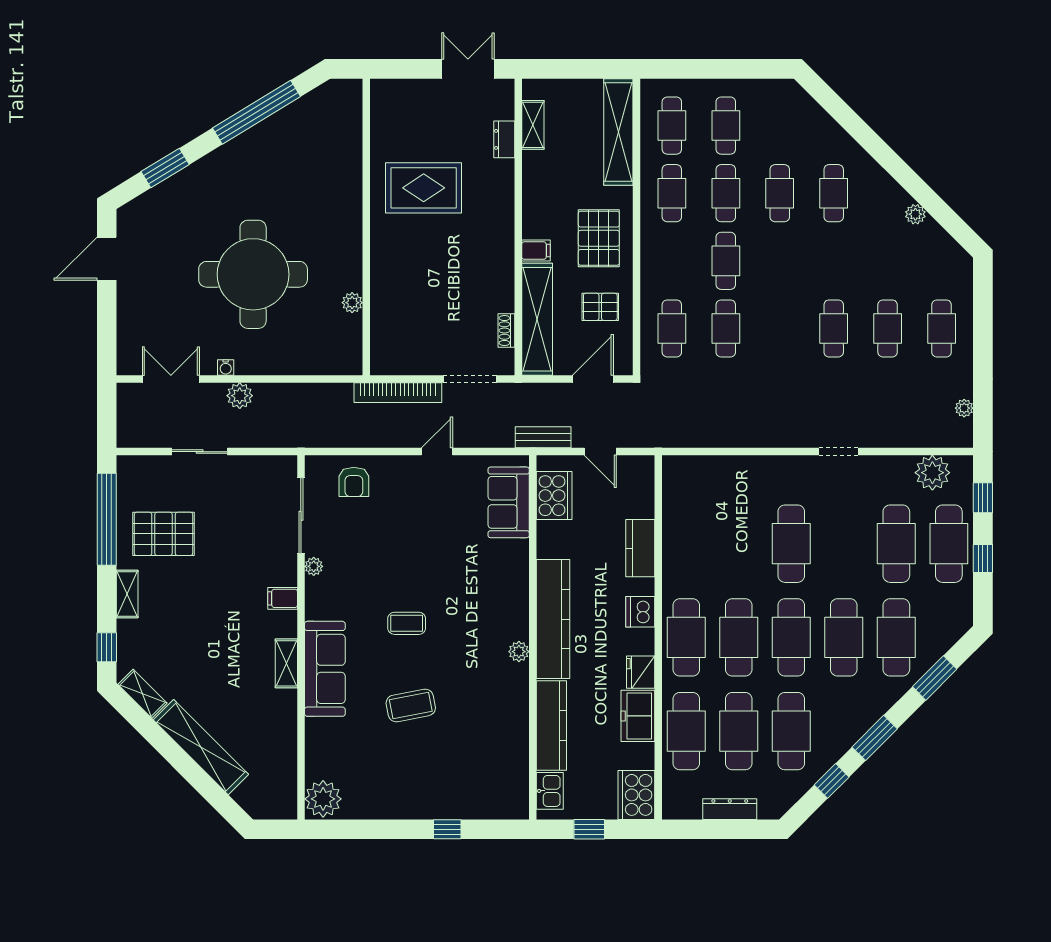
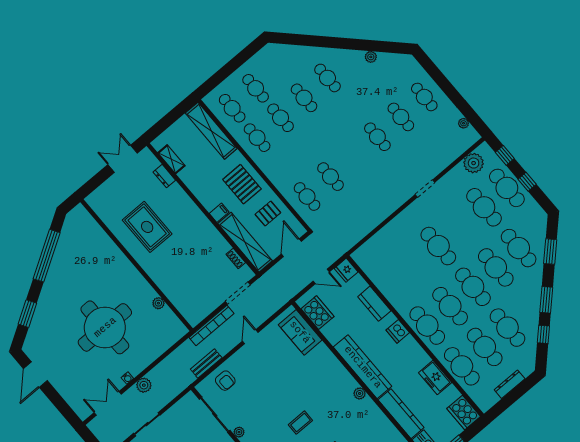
rug: (424, 188) -> (147, 227), turned 90
cafe table: (726, 261) -> (306, 147), removed
bench: (543, 437) -> (206, 363), moved
fridge: (641, 672) -> (346, 270), moved

